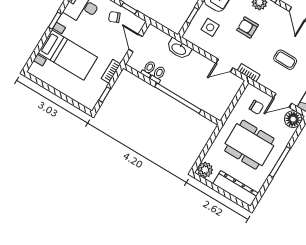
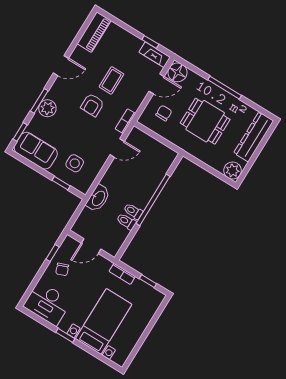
armchair: (248, 27) -> (92, 105), moved
door: (224, 66) -> (117, 148), hinge flipped
toilet: (149, 69) -> (133, 211), moved
door: (282, 100) -> (157, 84), hinge flipped
dining table: (249, 145) -> (205, 121), width x0.73

